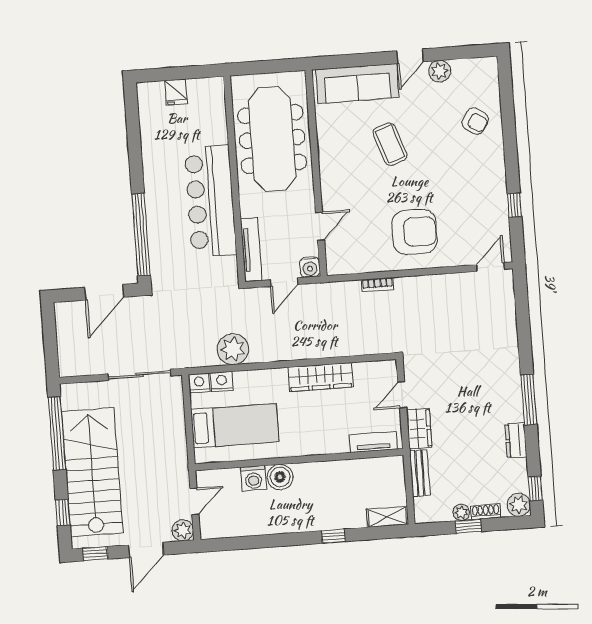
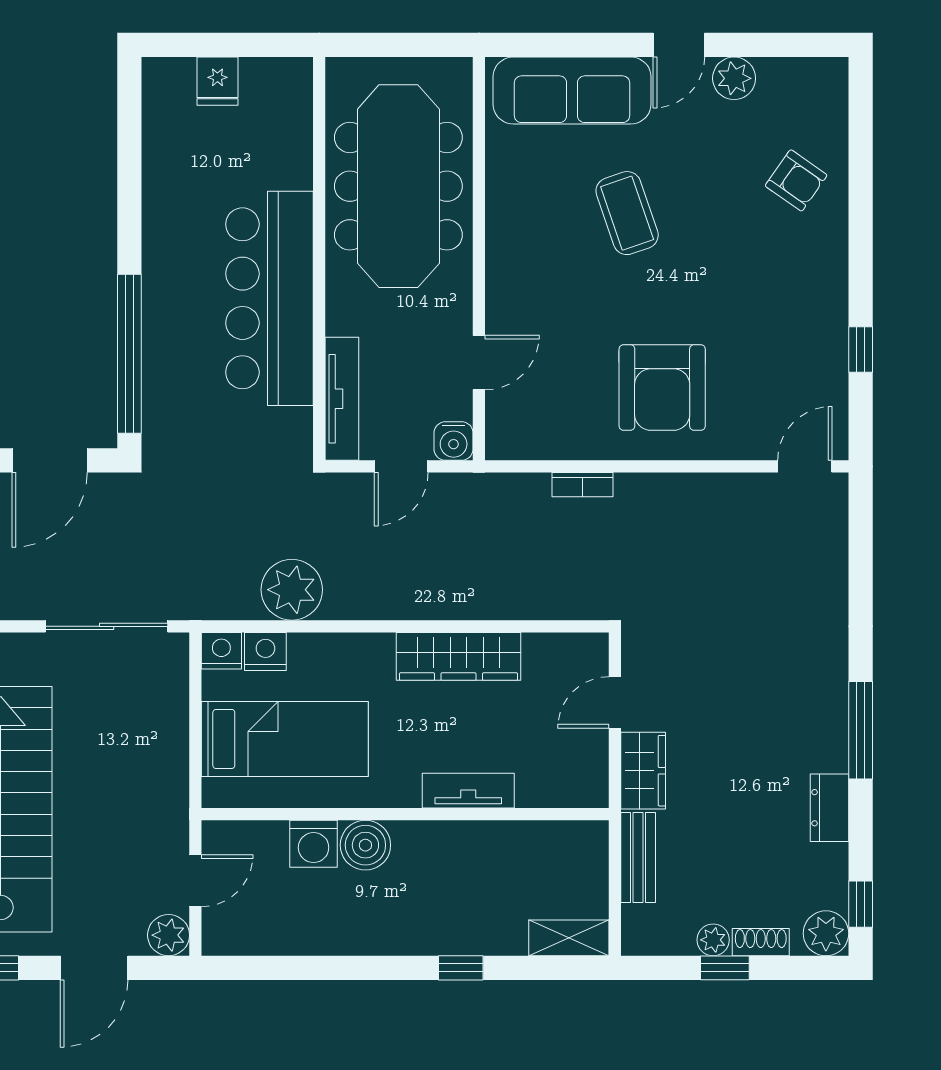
armchair: (415, 232) -> (662, 388), turned 90
tv unit: (373, 442) -> (468, 791), moved

